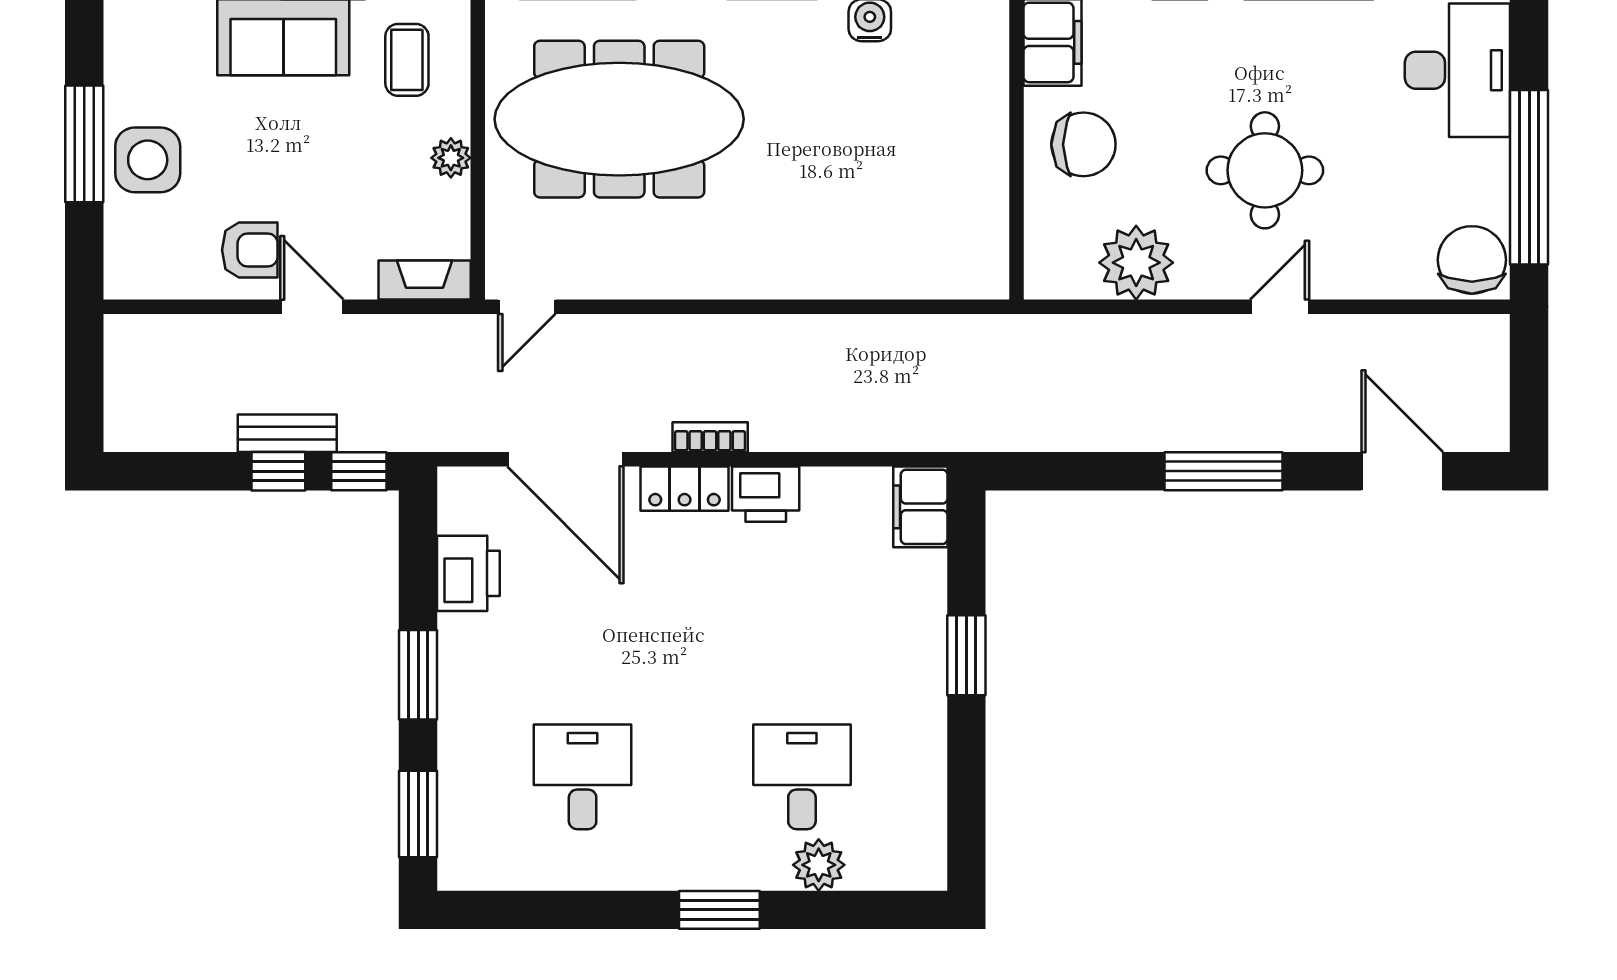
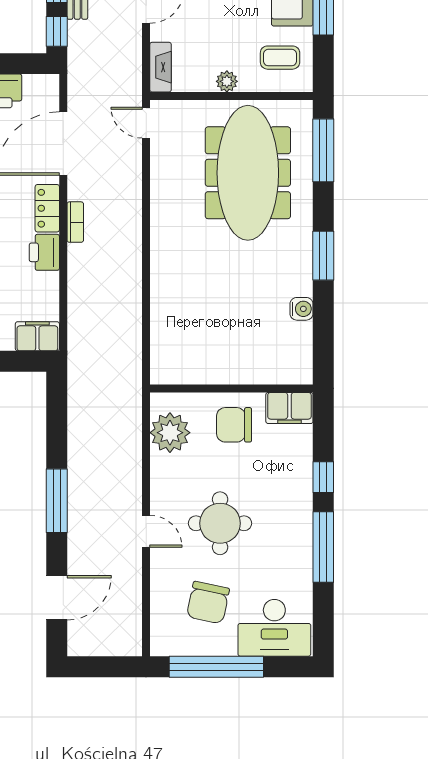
chair: (1083, 144) -> (234, 425), turned 90
chair: (1472, 260) -> (208, 603), moved, turned 102
plant: (1136, 263) -> (170, 433), moved

